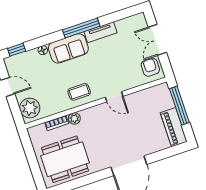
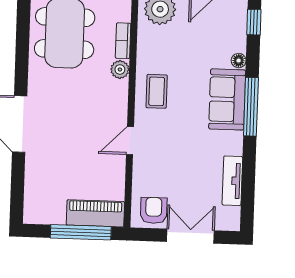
window: (81, 28) -> (251, 107), moved
tv unit: (101, 32) -> (232, 181), moved
armchair: (150, 67) -> (154, 211), turned -90
piano: (174, 127) -> (95, 213), moved

